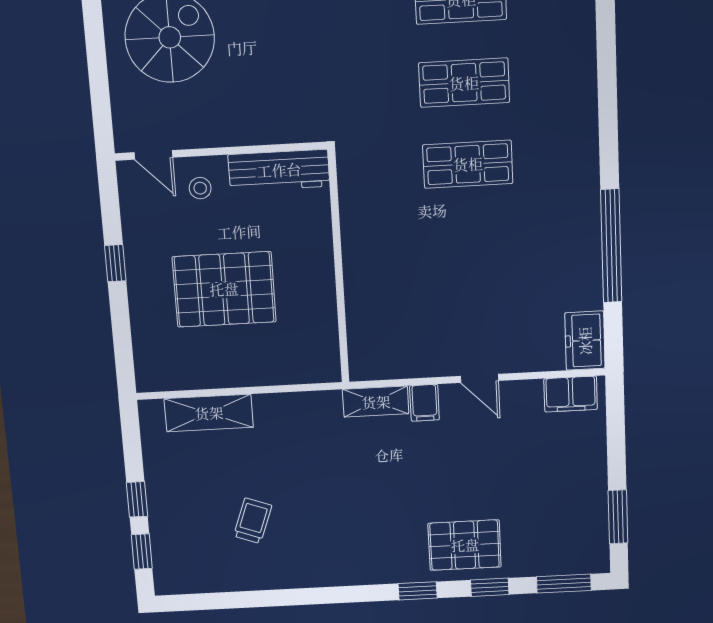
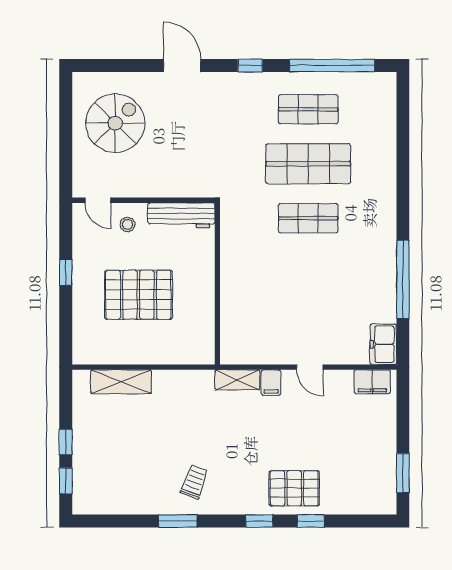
shop shelf: (464, 83) -> (308, 164), width x1.43, depth x1.36
trolley: (253, 521) -> (194, 482), moved
window: (564, 584) -> (178, 521), moved

